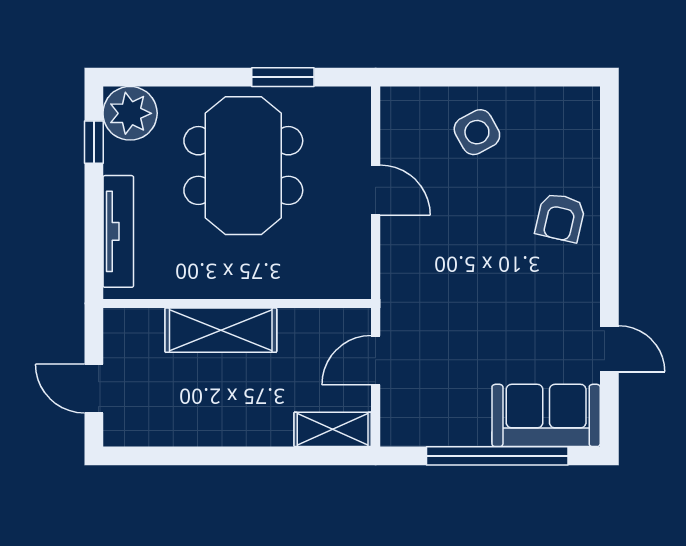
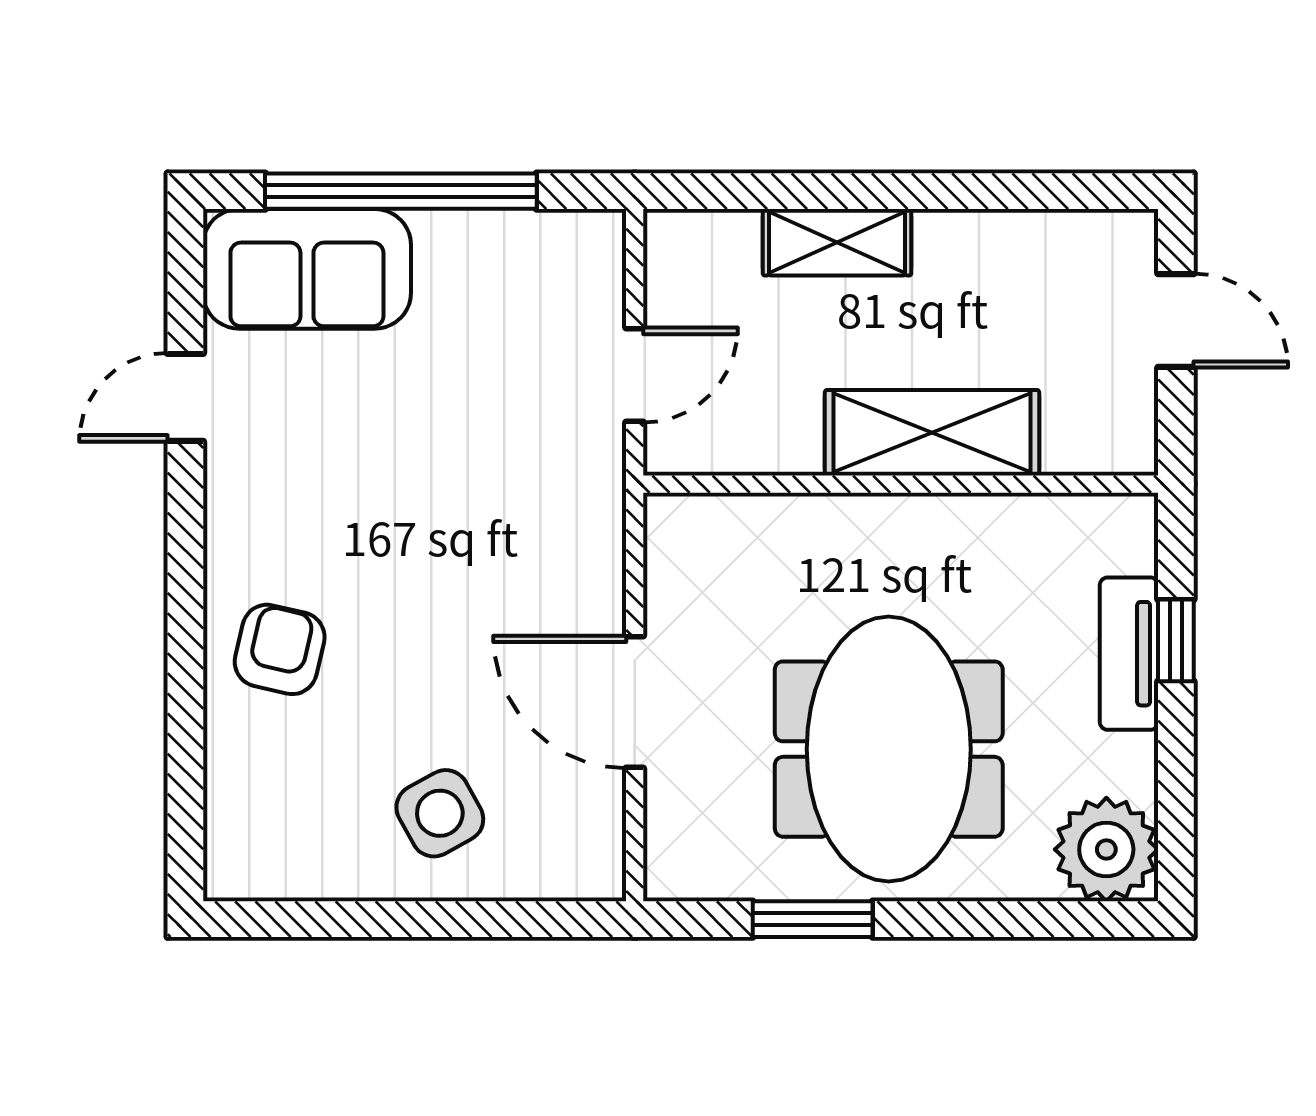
window: (94, 142) -> (1176, 640), moved
door: (376, 190) -> (635, 702), width x1.38
tv unit: (118, 231) -> (1129, 654), width x0.71
door: (609, 349) -> (185, 397), hinge flipped
shelving: (333, 429) -> (837, 242), moved

